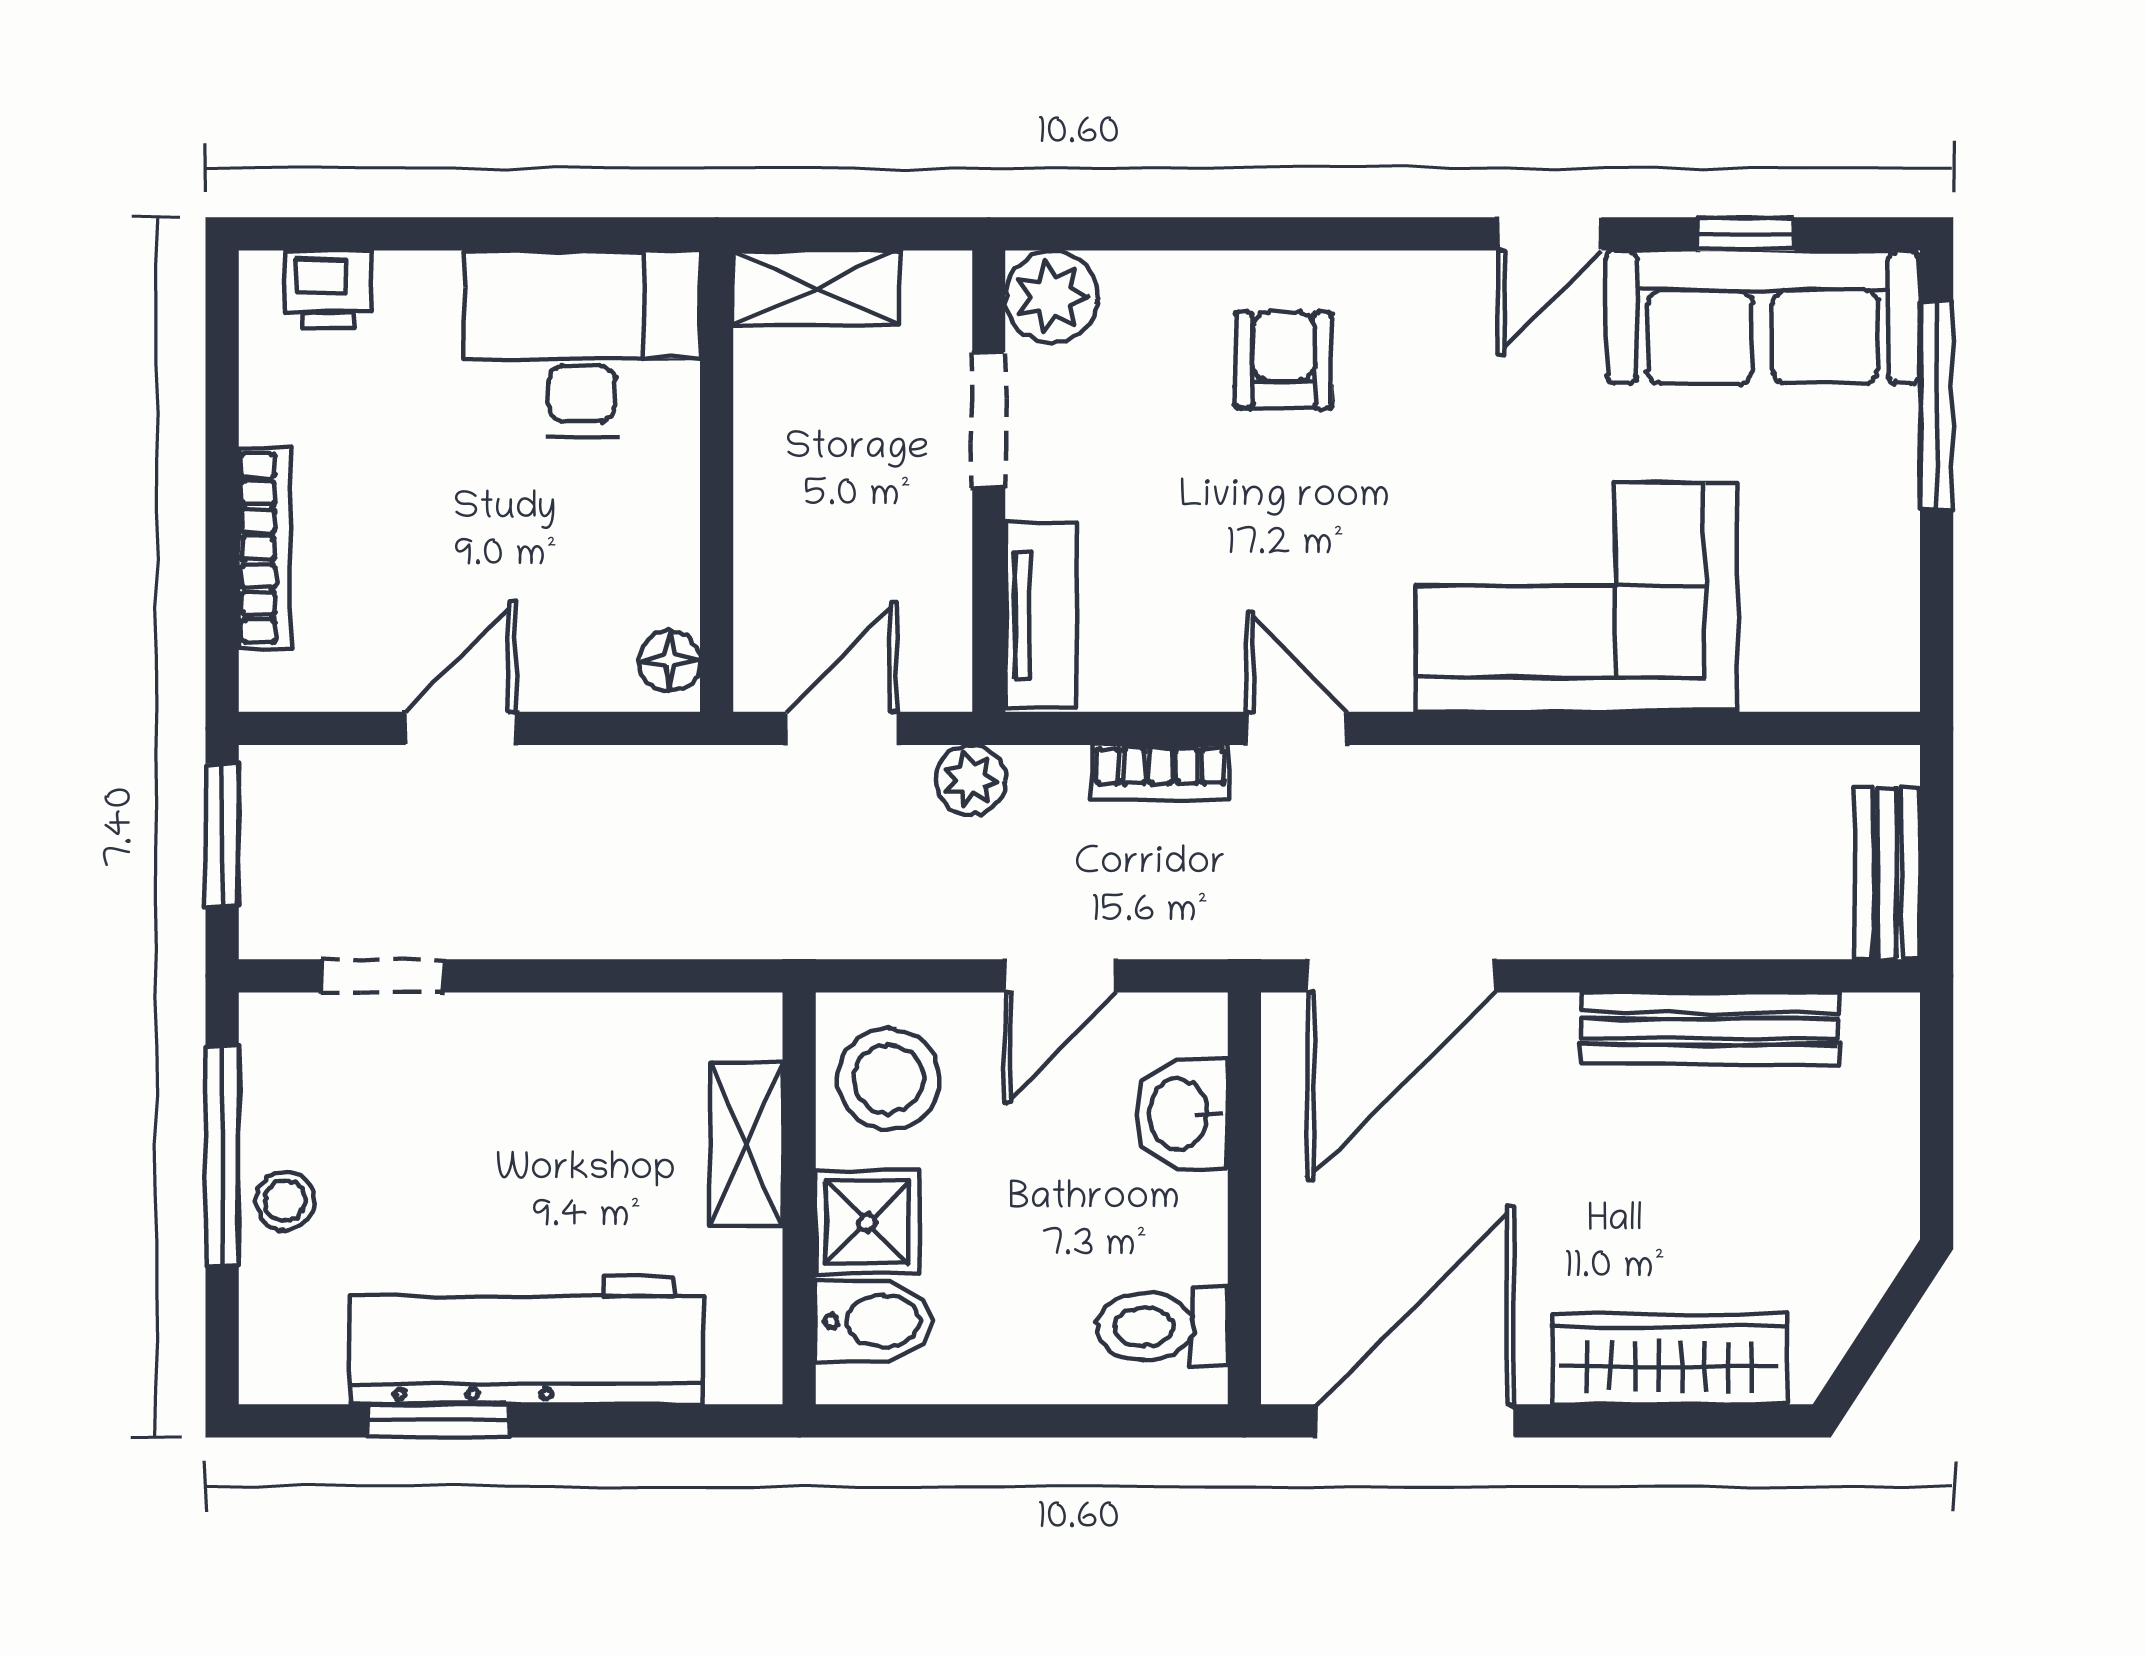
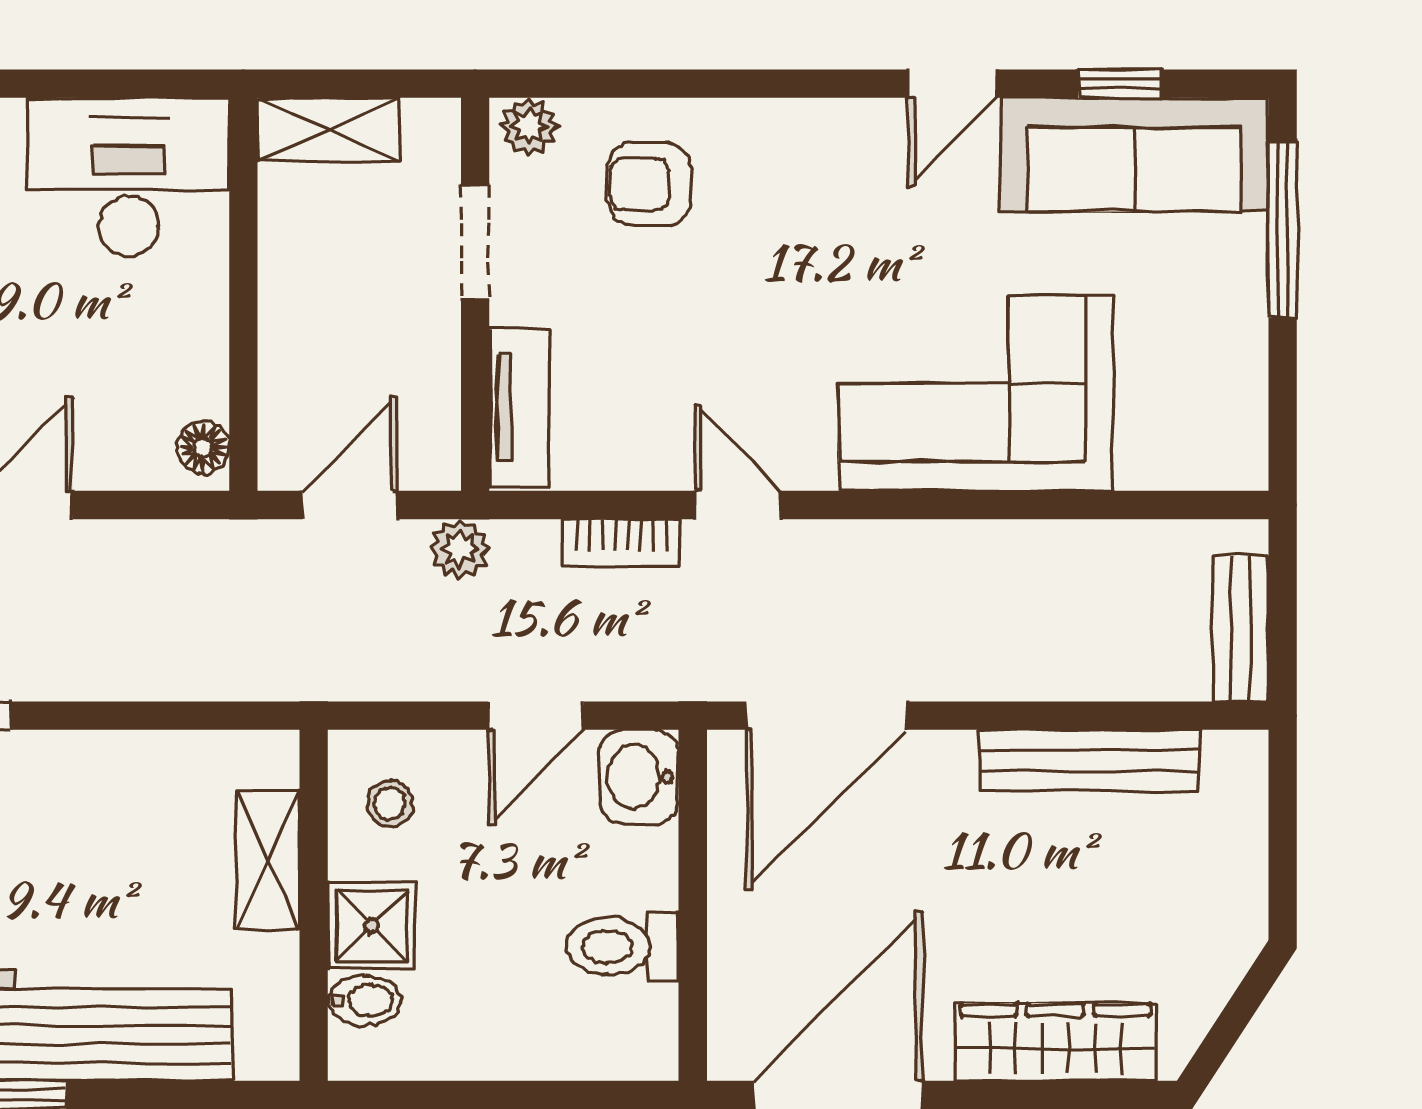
plant: (1052, 297) -> (529, 126), width x0.73, depth x0.73
armchair: (1283, 360) -> (649, 184), moved, turned -90
stool: (889, 1079) -> (390, 803), width x0.53, depth x0.53
washbasin: (1181, 1114) -> (639, 777), moved
bidet: (874, 1321) -> (364, 1001), width x0.72, depth x0.74
toilet: (1162, 1327) -> (623, 946), moved

